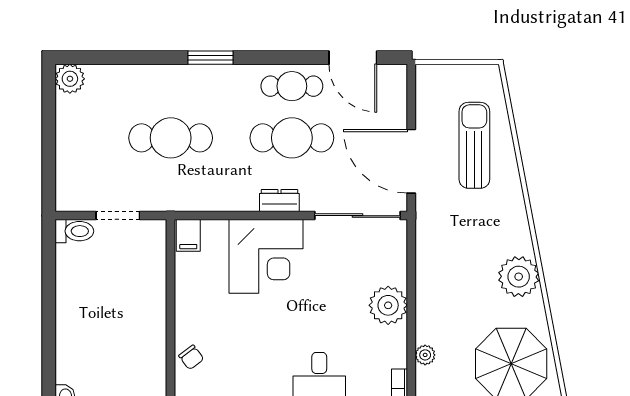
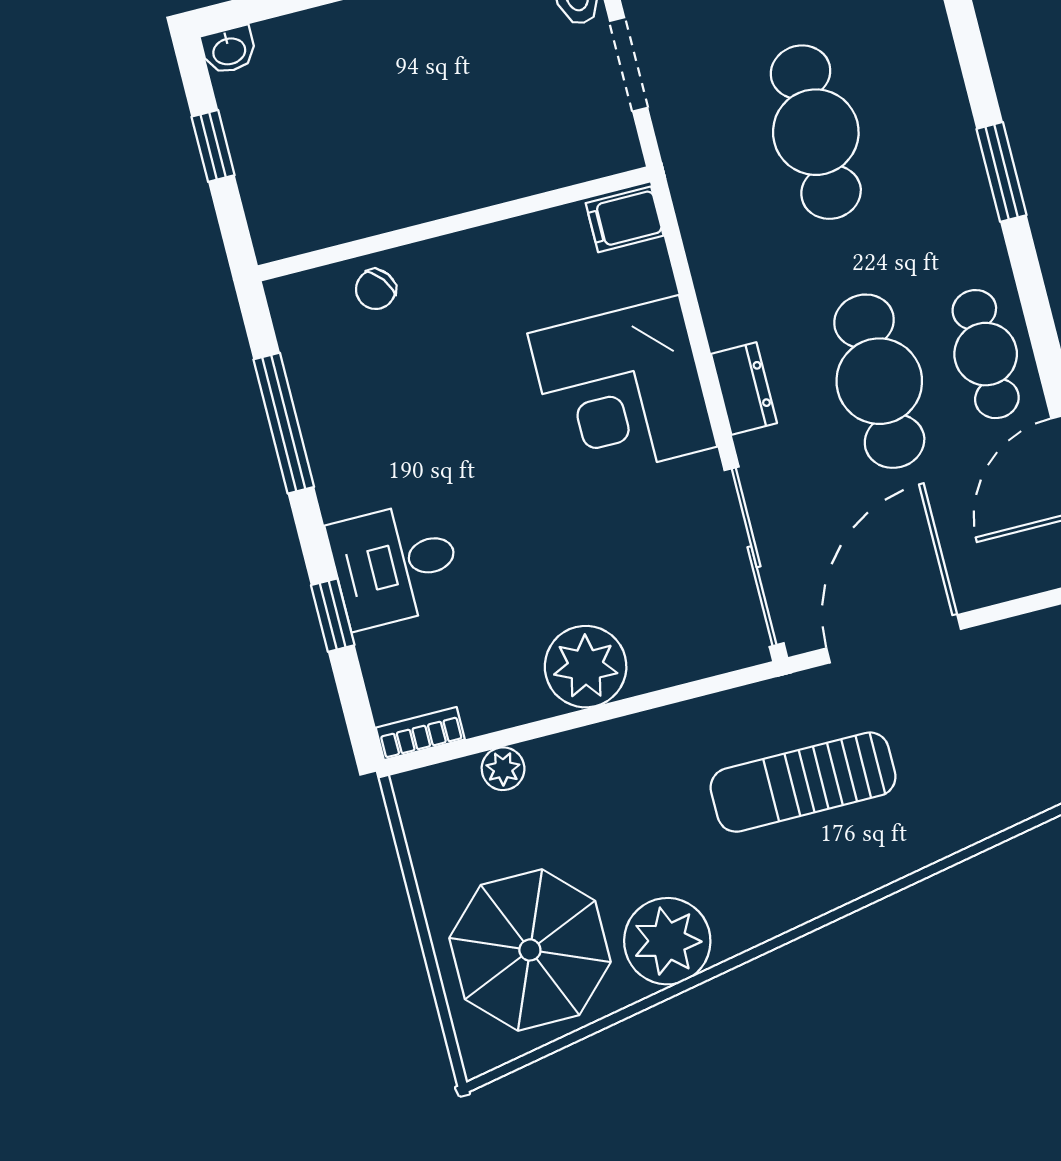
sun lounger: (474, 145) -> (803, 782), moved, turned 180
plant: (519, 277) -> (667, 941), moved

